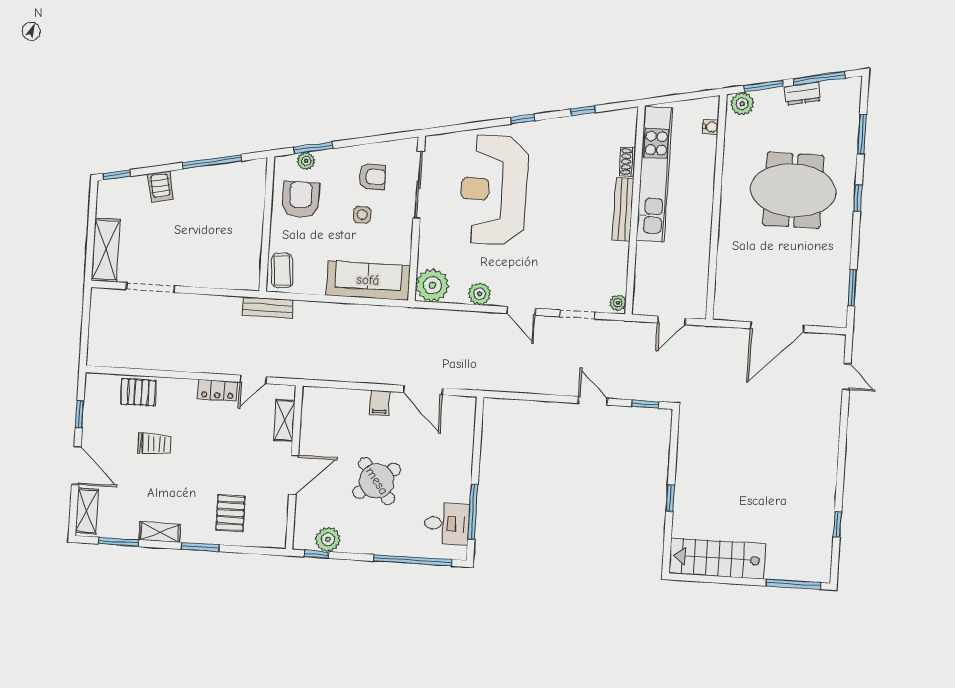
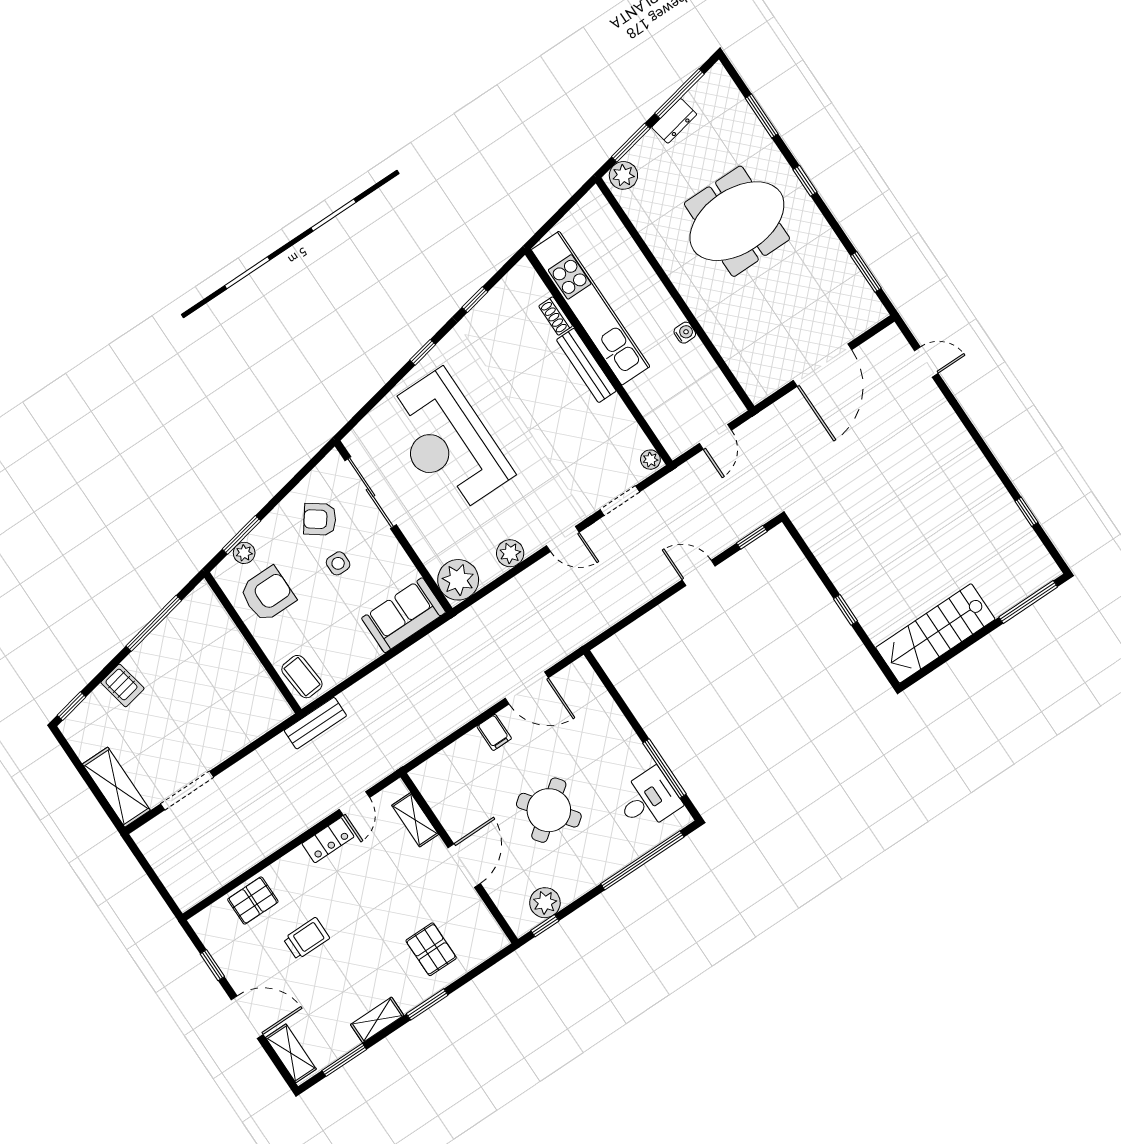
water cooler: (711, 127) -> (685, 333), moved
armchair: (372, 177) -> (320, 519), turned -144
armchair: (301, 200) -> (267, 594), turned 90
sofa: (368, 280) -> (404, 615), width x0.73

